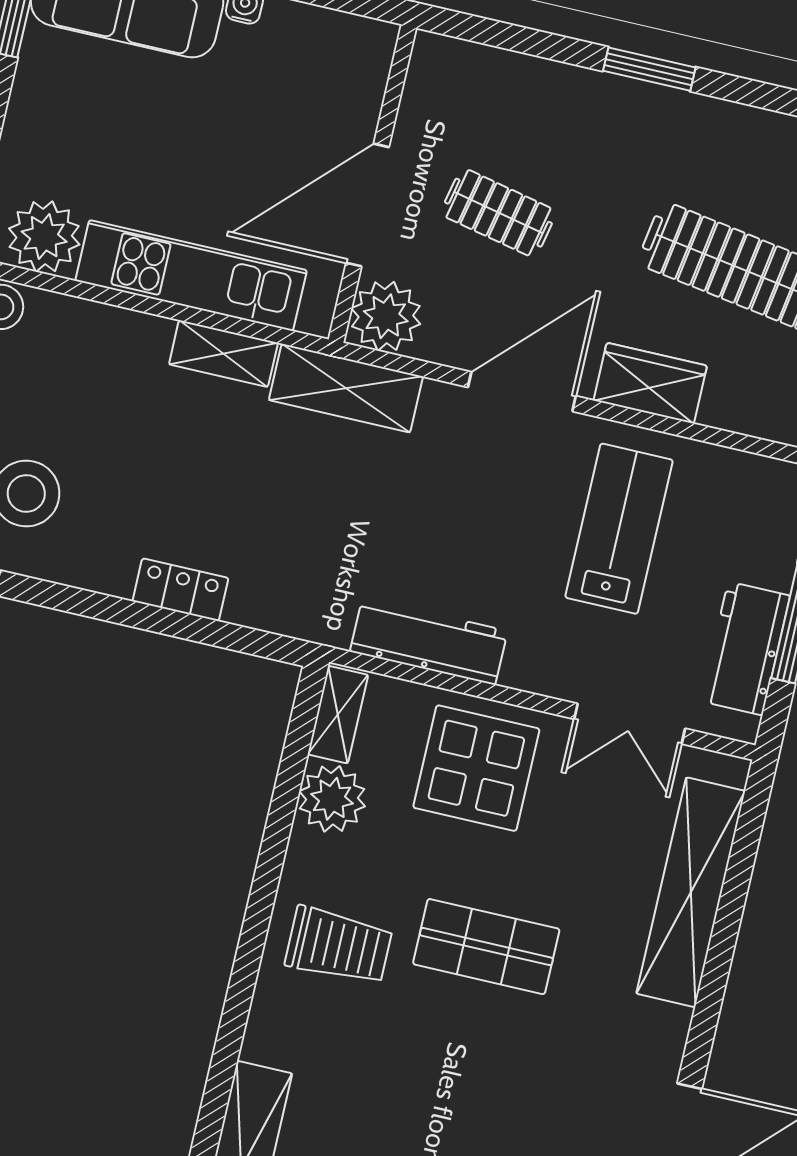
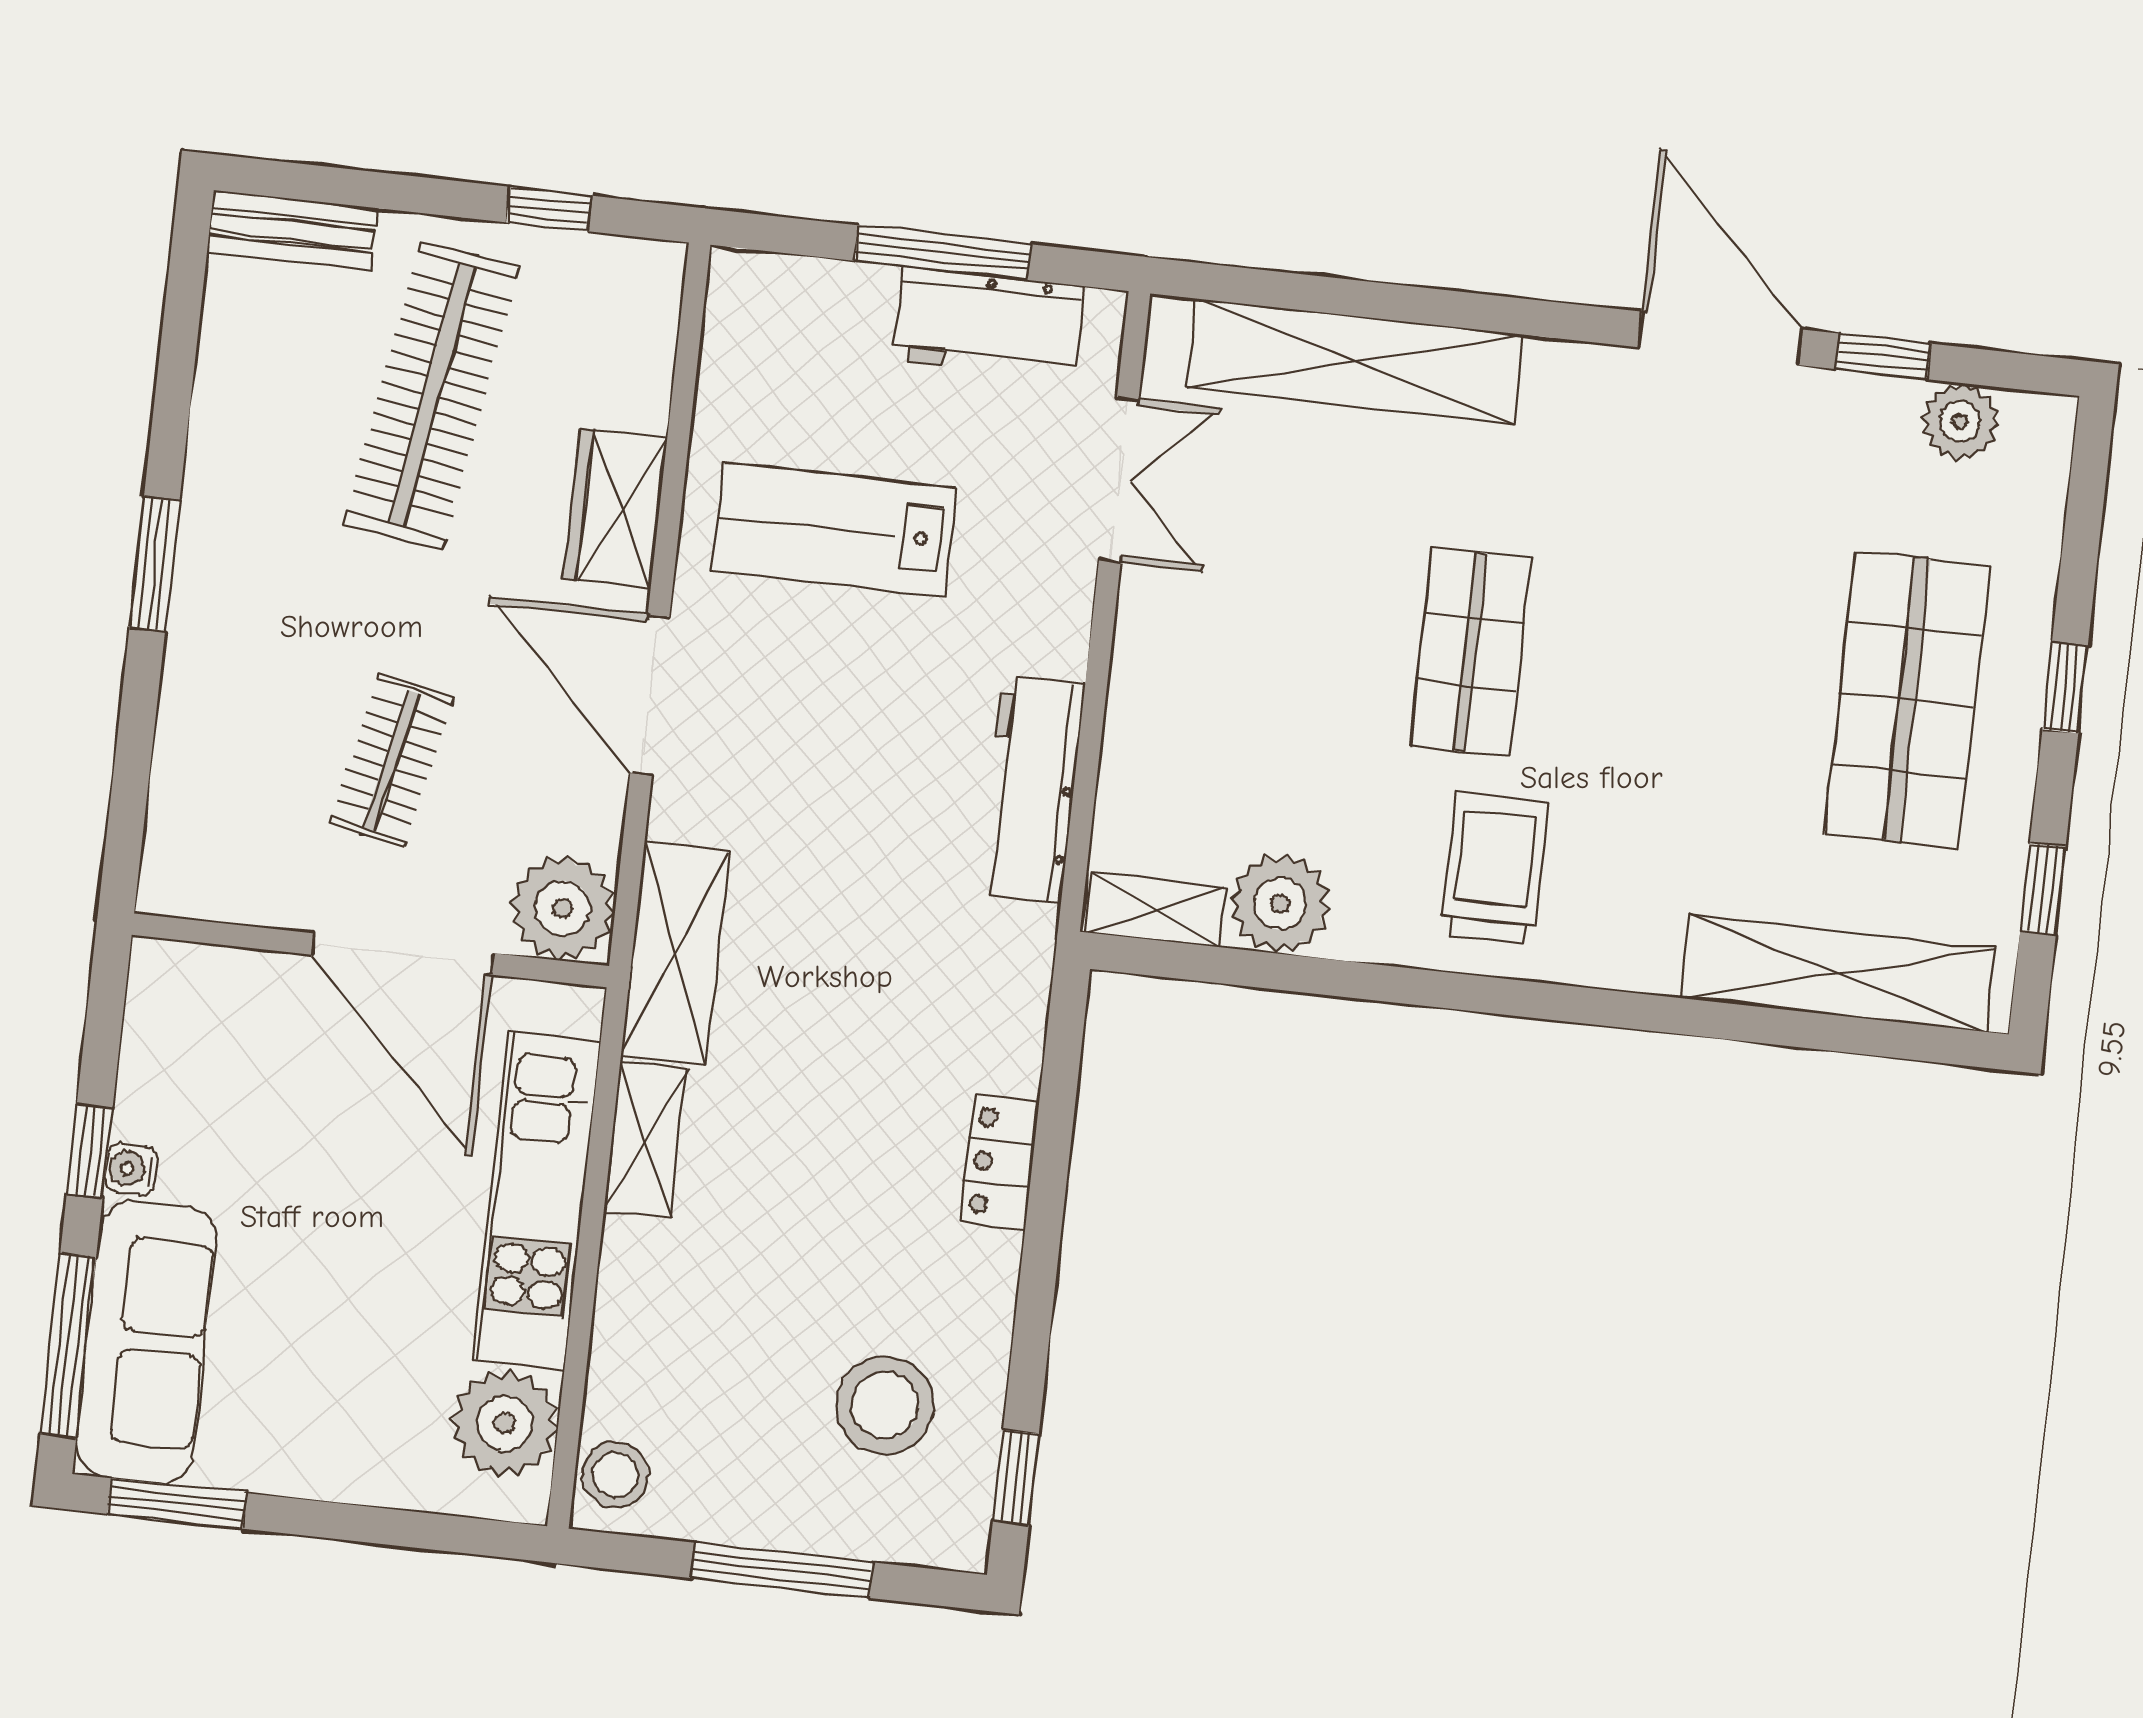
display table: (476, 768) -> (1210, 697), removed

